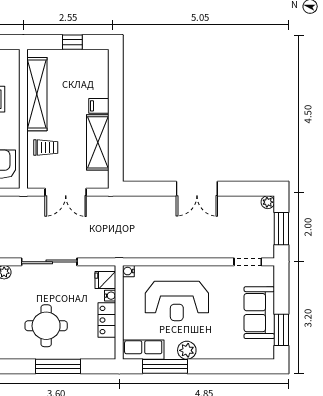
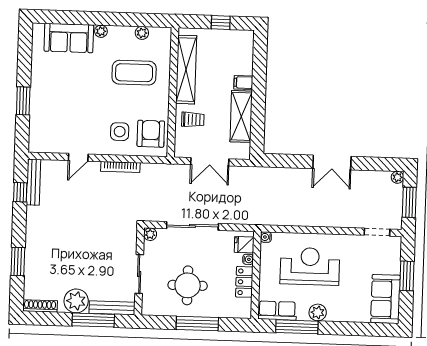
reception desk: (177, 301) -> (310, 266), turned 180
sofa: (259, 313) -> (386, 299), moved
window: (281, 330) -> (407, 276), moved

